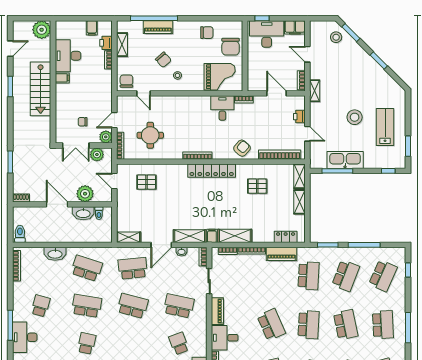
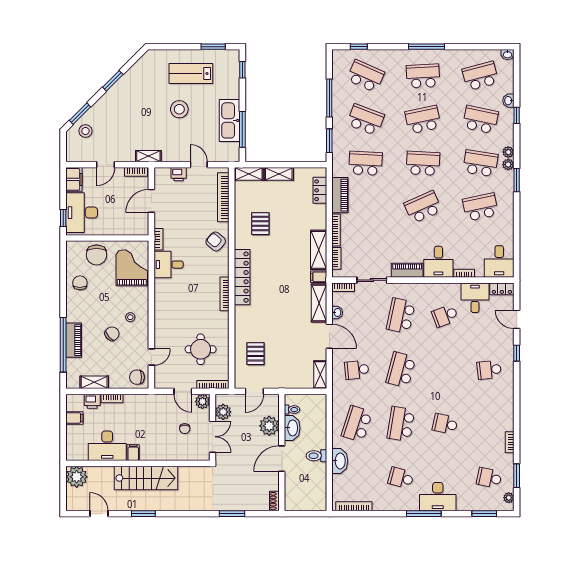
chair: (231, 47) -> (97, 255), turned 90
door: (307, 134) -> (199, 165), hinge flipped
toilet: (20, 234) -> (316, 456), moved
school desk: (133, 268) -> (357, 370), width x0.54

